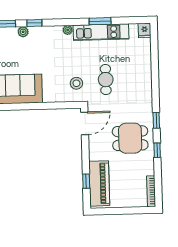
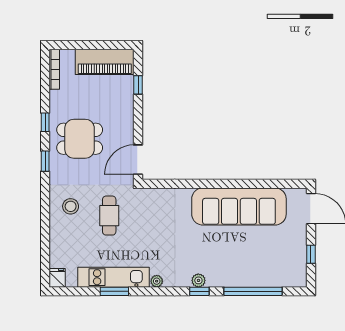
plant: (23, 32) -> (198, 280), moved
stool: (76, 83) -> (71, 206), moved
piano: (99, 183) -> (105, 62), moved, turned -90

